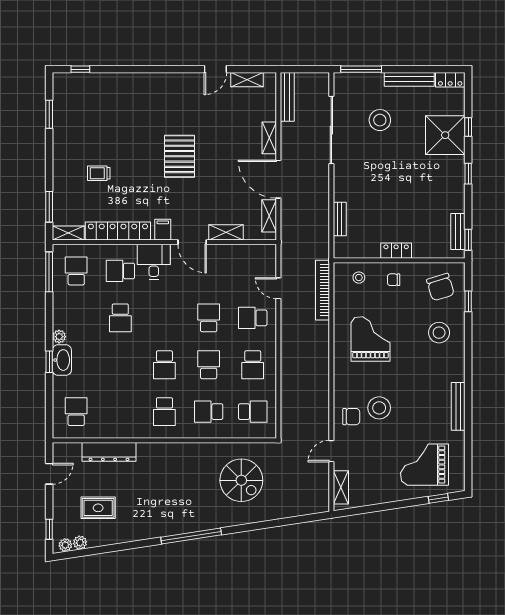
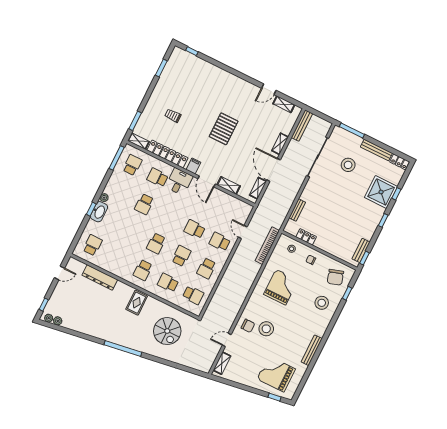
locker: (396, 251) -> (306, 237), moved
school desk: (209, 318) -> (195, 229), turned -90
rug: (98, 508) -> (137, 303), moved, turned 90

